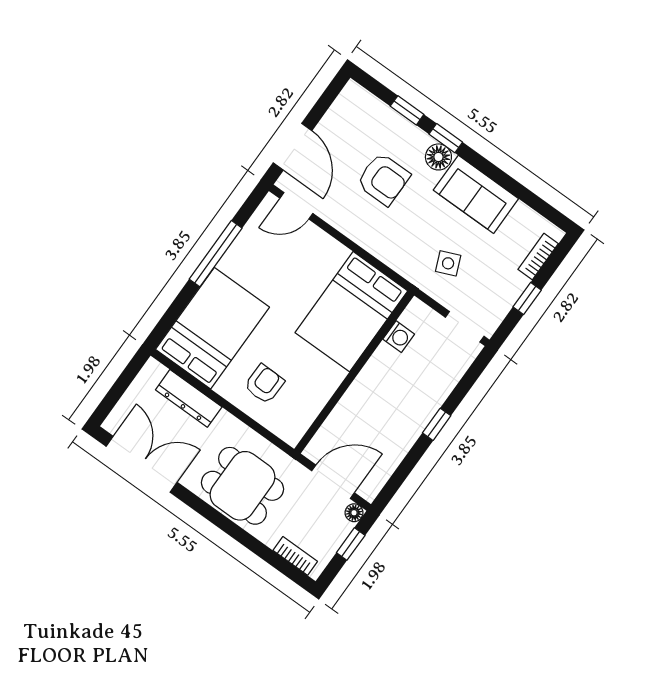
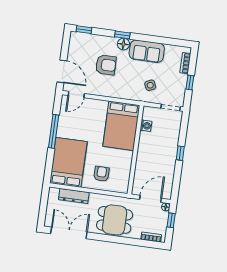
window: (407, 110) -> (84, 30), moved

